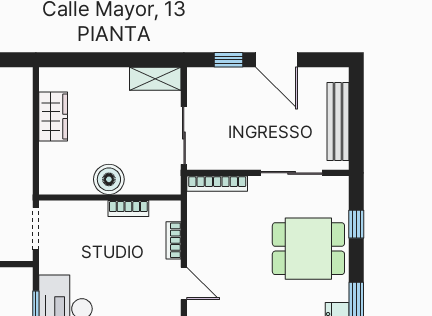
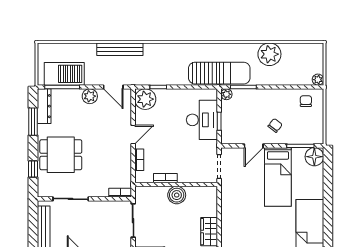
bookcase: (217, 184) -> (120, 193), width x0.64
door: (184, 283) -> (133, 135), swing flipped

